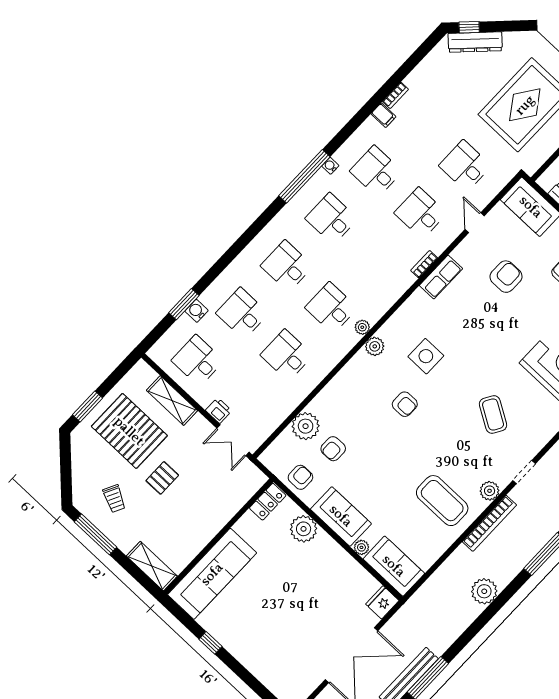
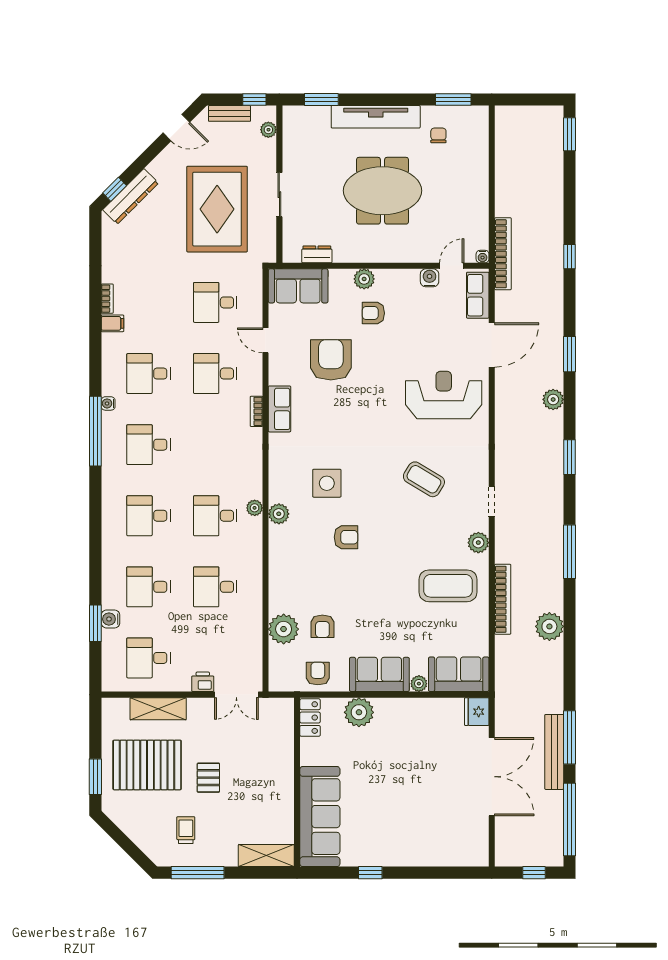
armchair: (506, 277) -> (331, 360), width x1.36, depth x1.36
trolley: (114, 499) -> (186, 830), turned -117
bookcase: (489, 523) -> (503, 599), moved

